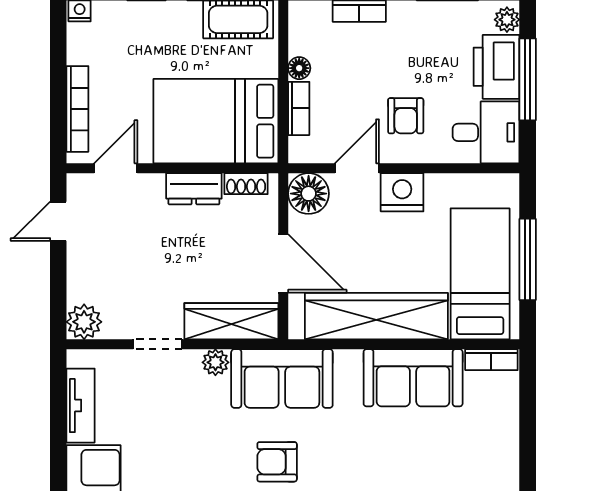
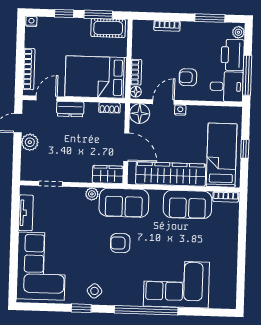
floor lamp: (299, 68) -> (136, 92), moved
window: (528, 79) -> (247, 75), moved
armchair: (406, 116) -> (188, 77), turned 90
dresser: (194, 189) -> (70, 109), moved
nightstand: (402, 192) -> (180, 110), width x0.53, depth x0.56
window: (528, 259) -> (245, 149), width x0.46
wardrobe: (231, 321) -> (108, 174), width x0.67
plant: (84, 322) -> (30, 142), moved
doorway: (157, 344) -> (51, 184), moved

